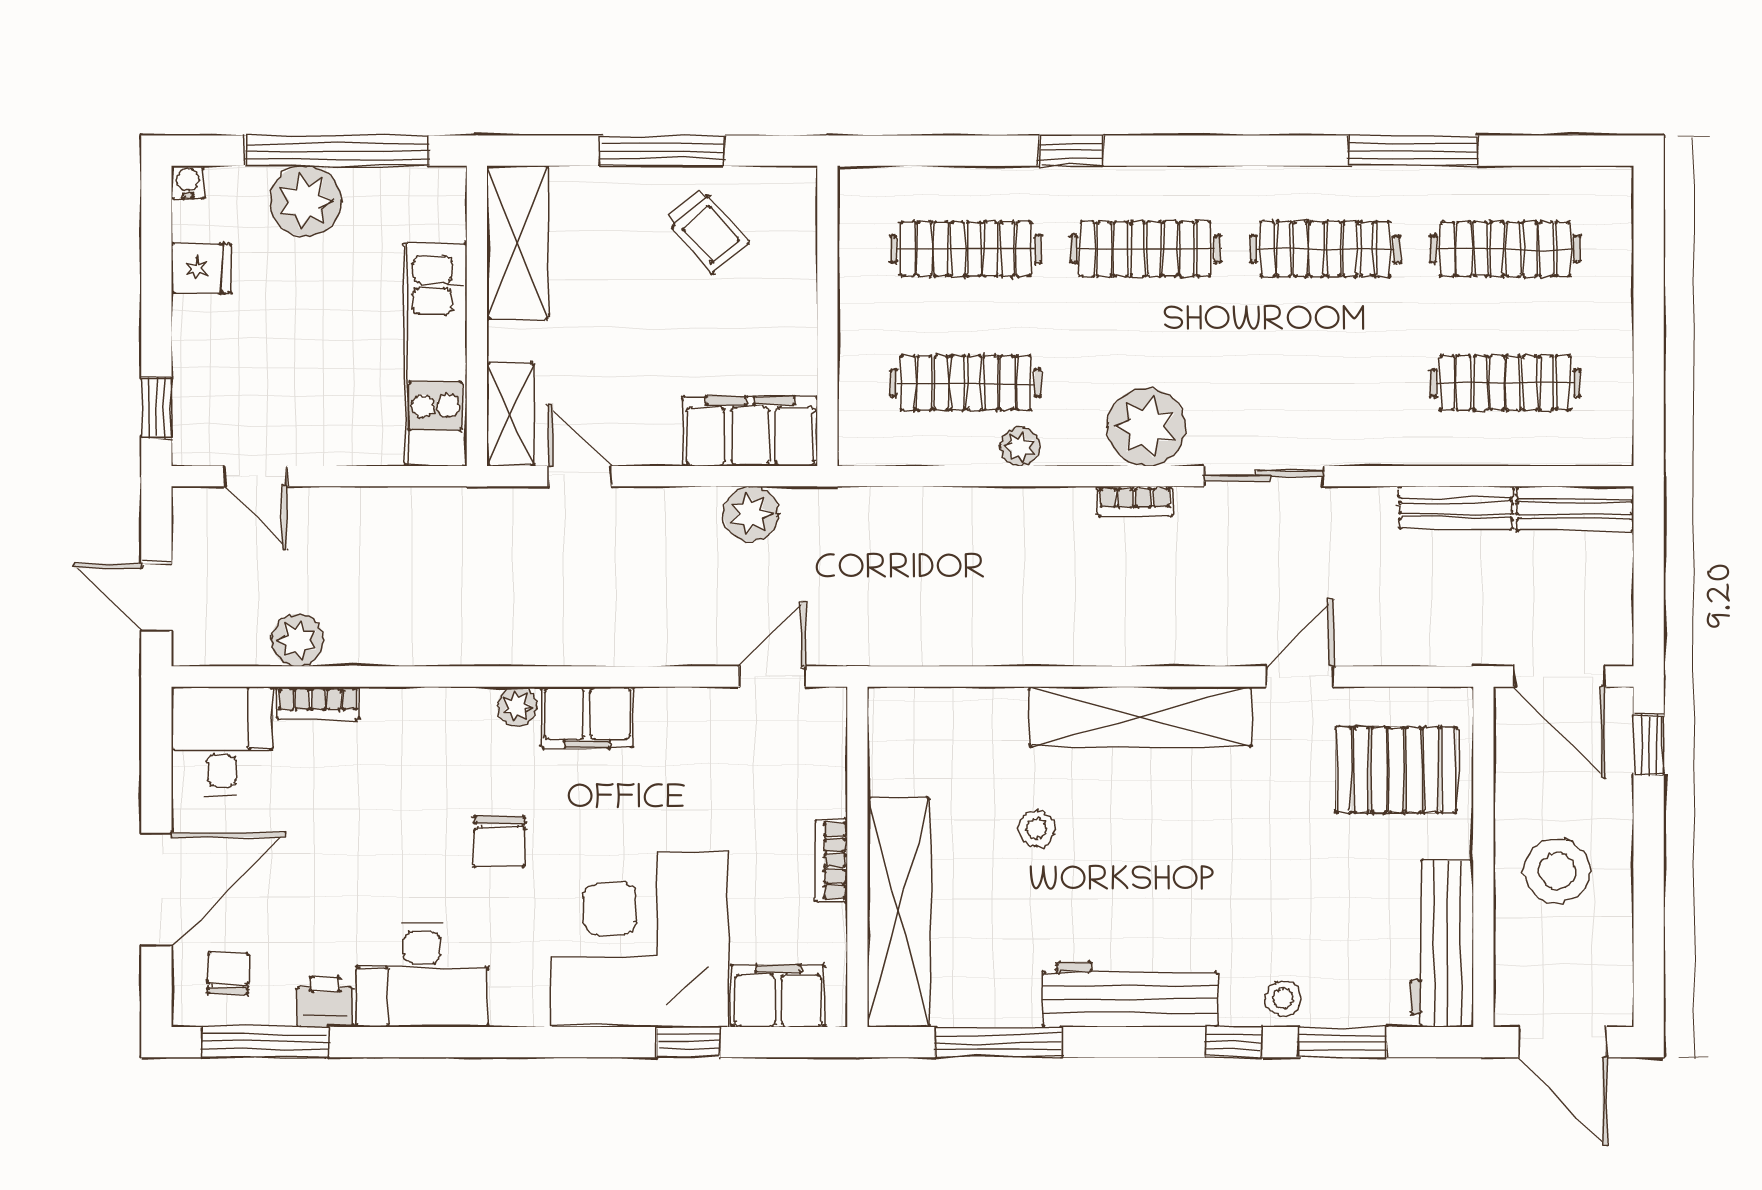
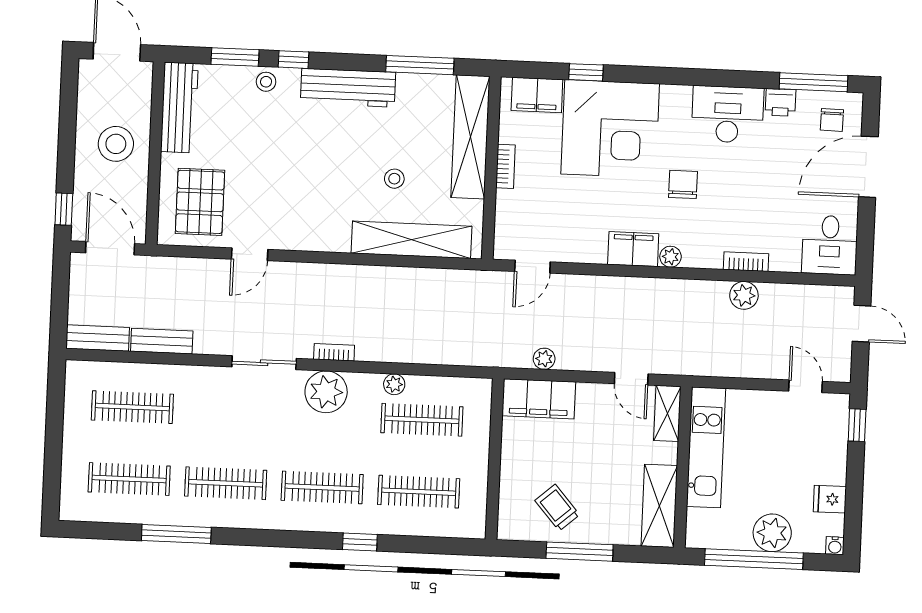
plant: (751, 514) -> (544, 359), width x0.73, depth x0.73
plant: (297, 640) -> (744, 295), moved
bookcase: (318, 703) -> (746, 262), moved
shelving: (1140, 717) -> (412, 240), moved
pallet: (1396, 770) -> (200, 202), turned 90

